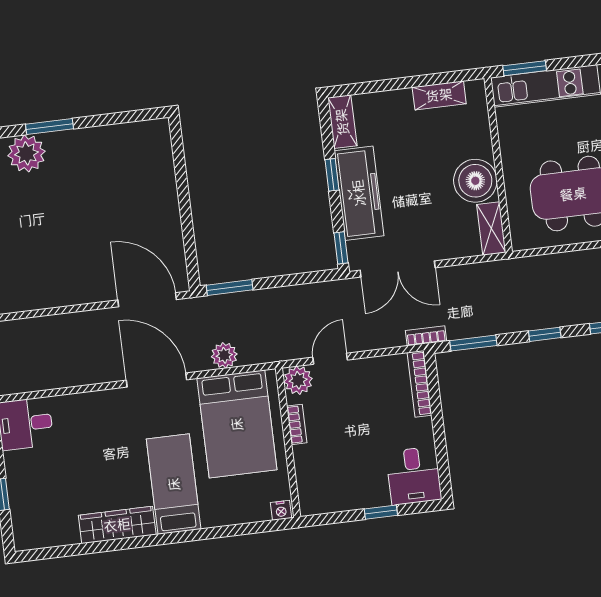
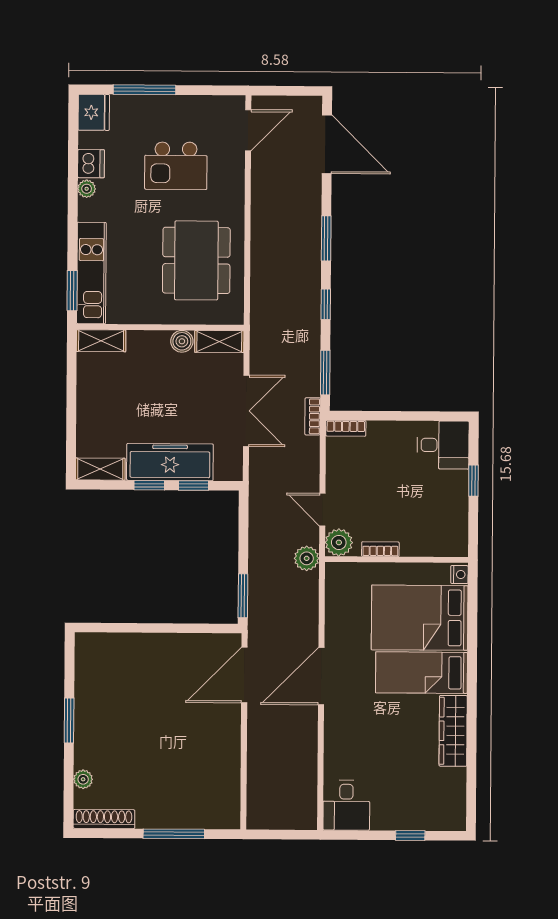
shelving: (439, 95) -> (101, 341), moved, turned 90
window: (50, 126) -> (69, 720), moved
plant: (26, 153) -> (83, 779), width x0.53, depth x0.53
boiler: (475, 181) -> (182, 341), width x0.54, depth x0.54
window: (341, 248) -> (193, 486), moved
double door: (398, 269) -> (246, 411), moved
plant: (224, 355) -> (307, 558), moved
bookcase: (419, 384) -> (346, 428), width x0.64
bed: (237, 424) -> (420, 618), moved, turned 180

